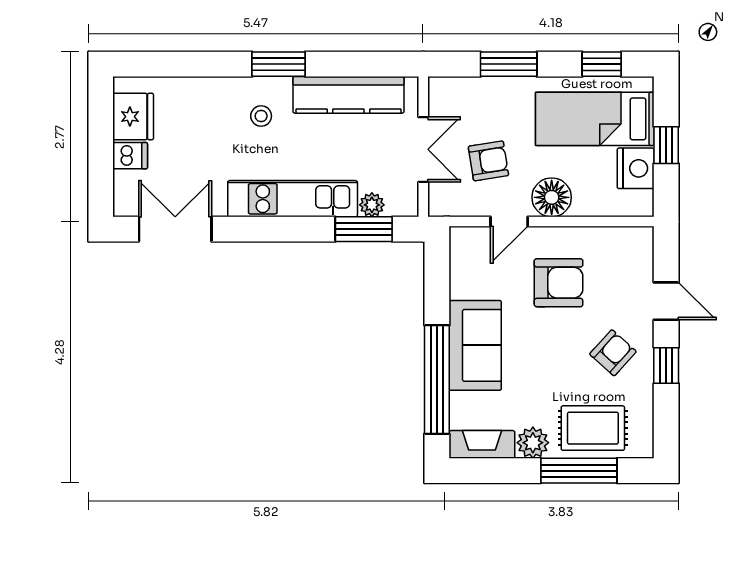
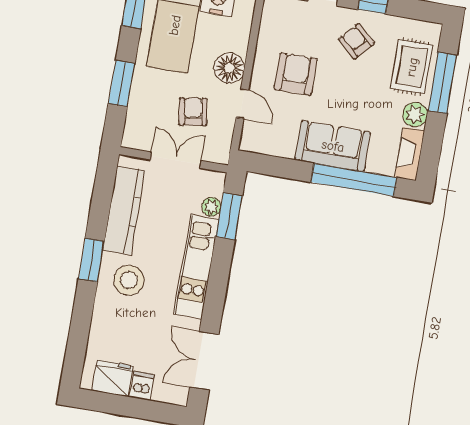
stool: (261, 116) -> (129, 280), width x1.89, depth x1.89

